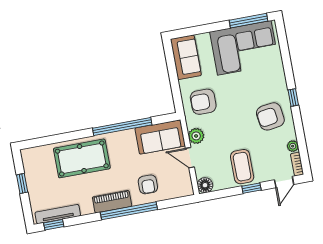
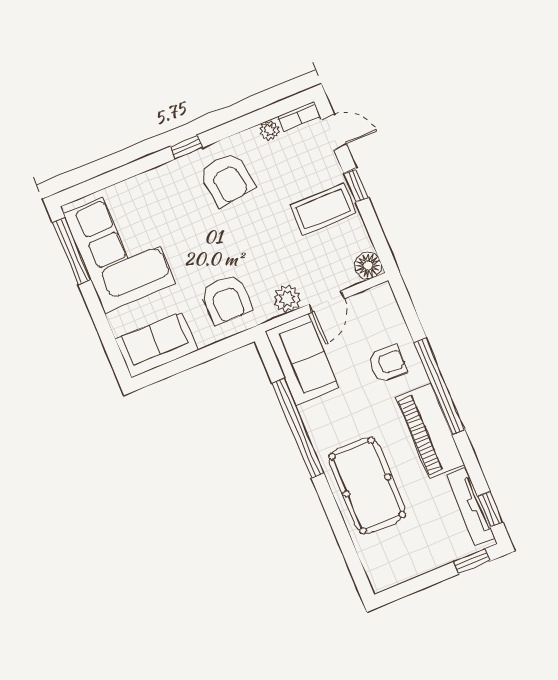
window: (22, 183) -> (472, 562), moved
piano: (112, 202) -> (430, 431), width x1.37, depth x1.33

